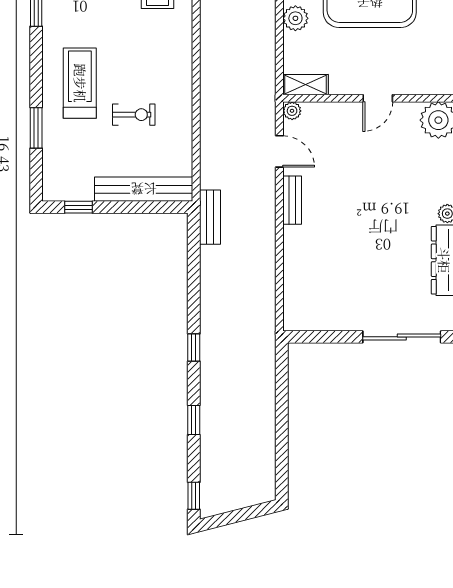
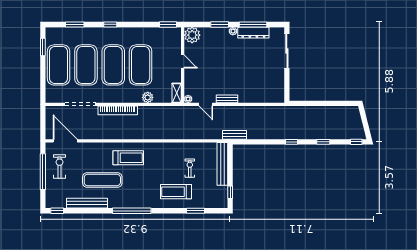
door: (279, 151) -> (206, 104), swing flipped

